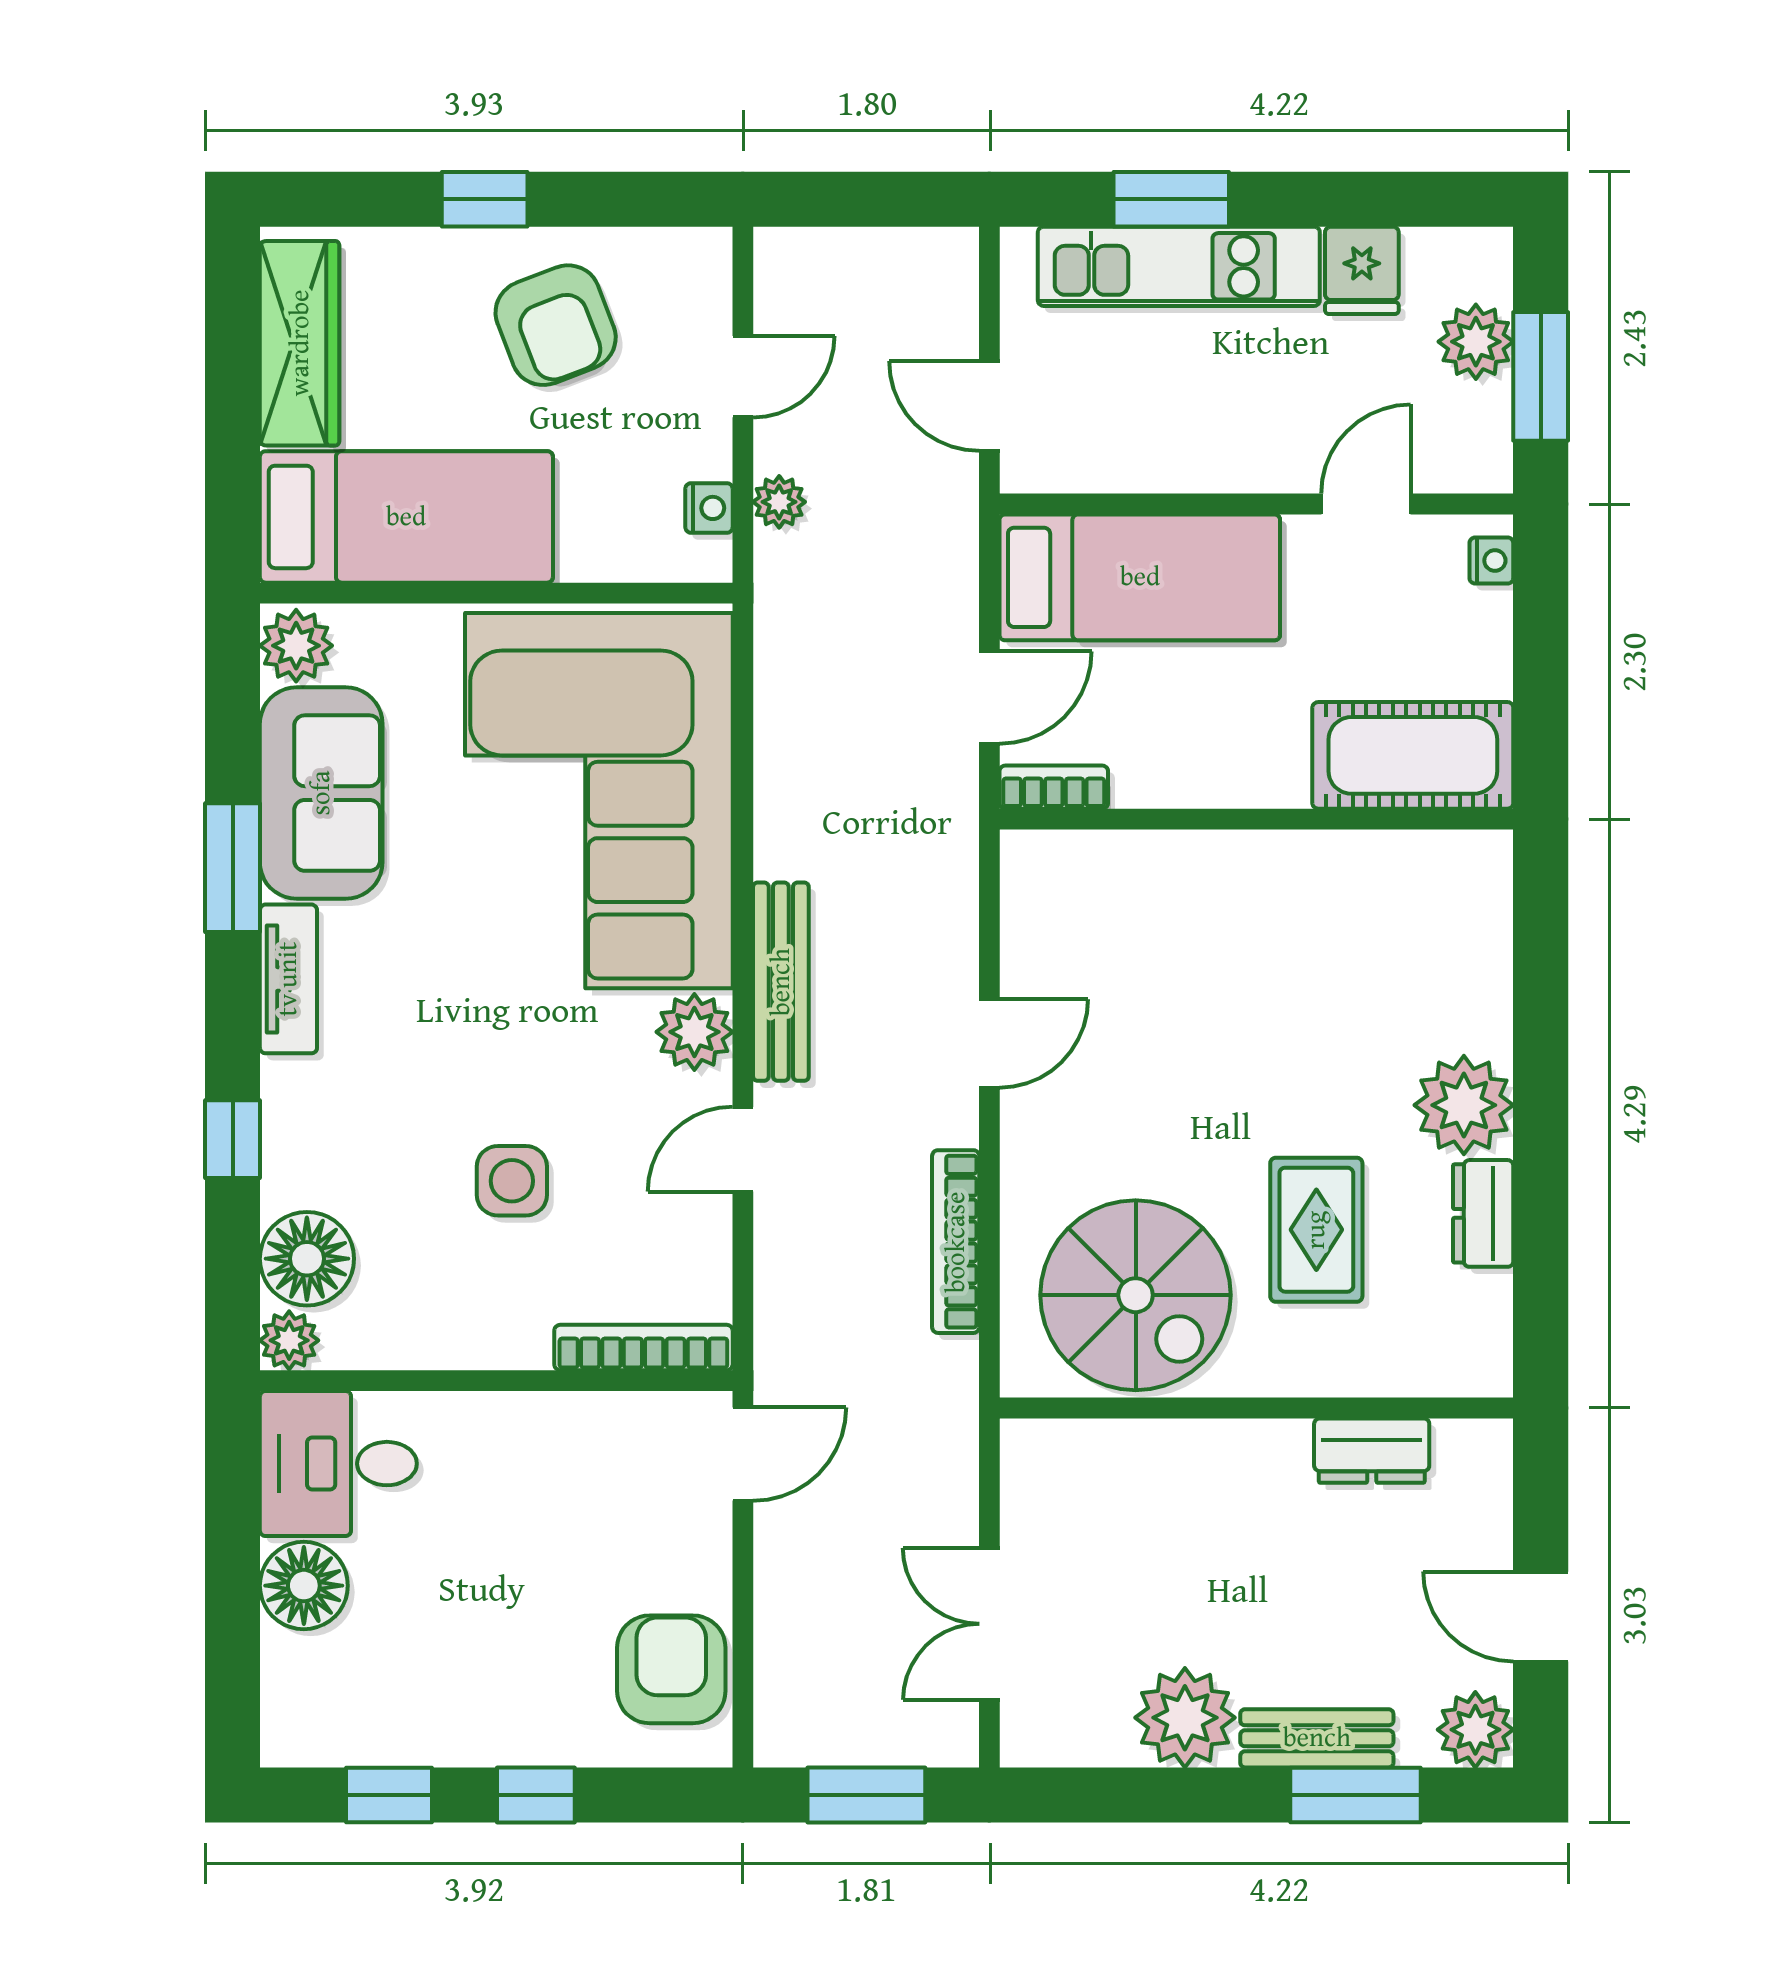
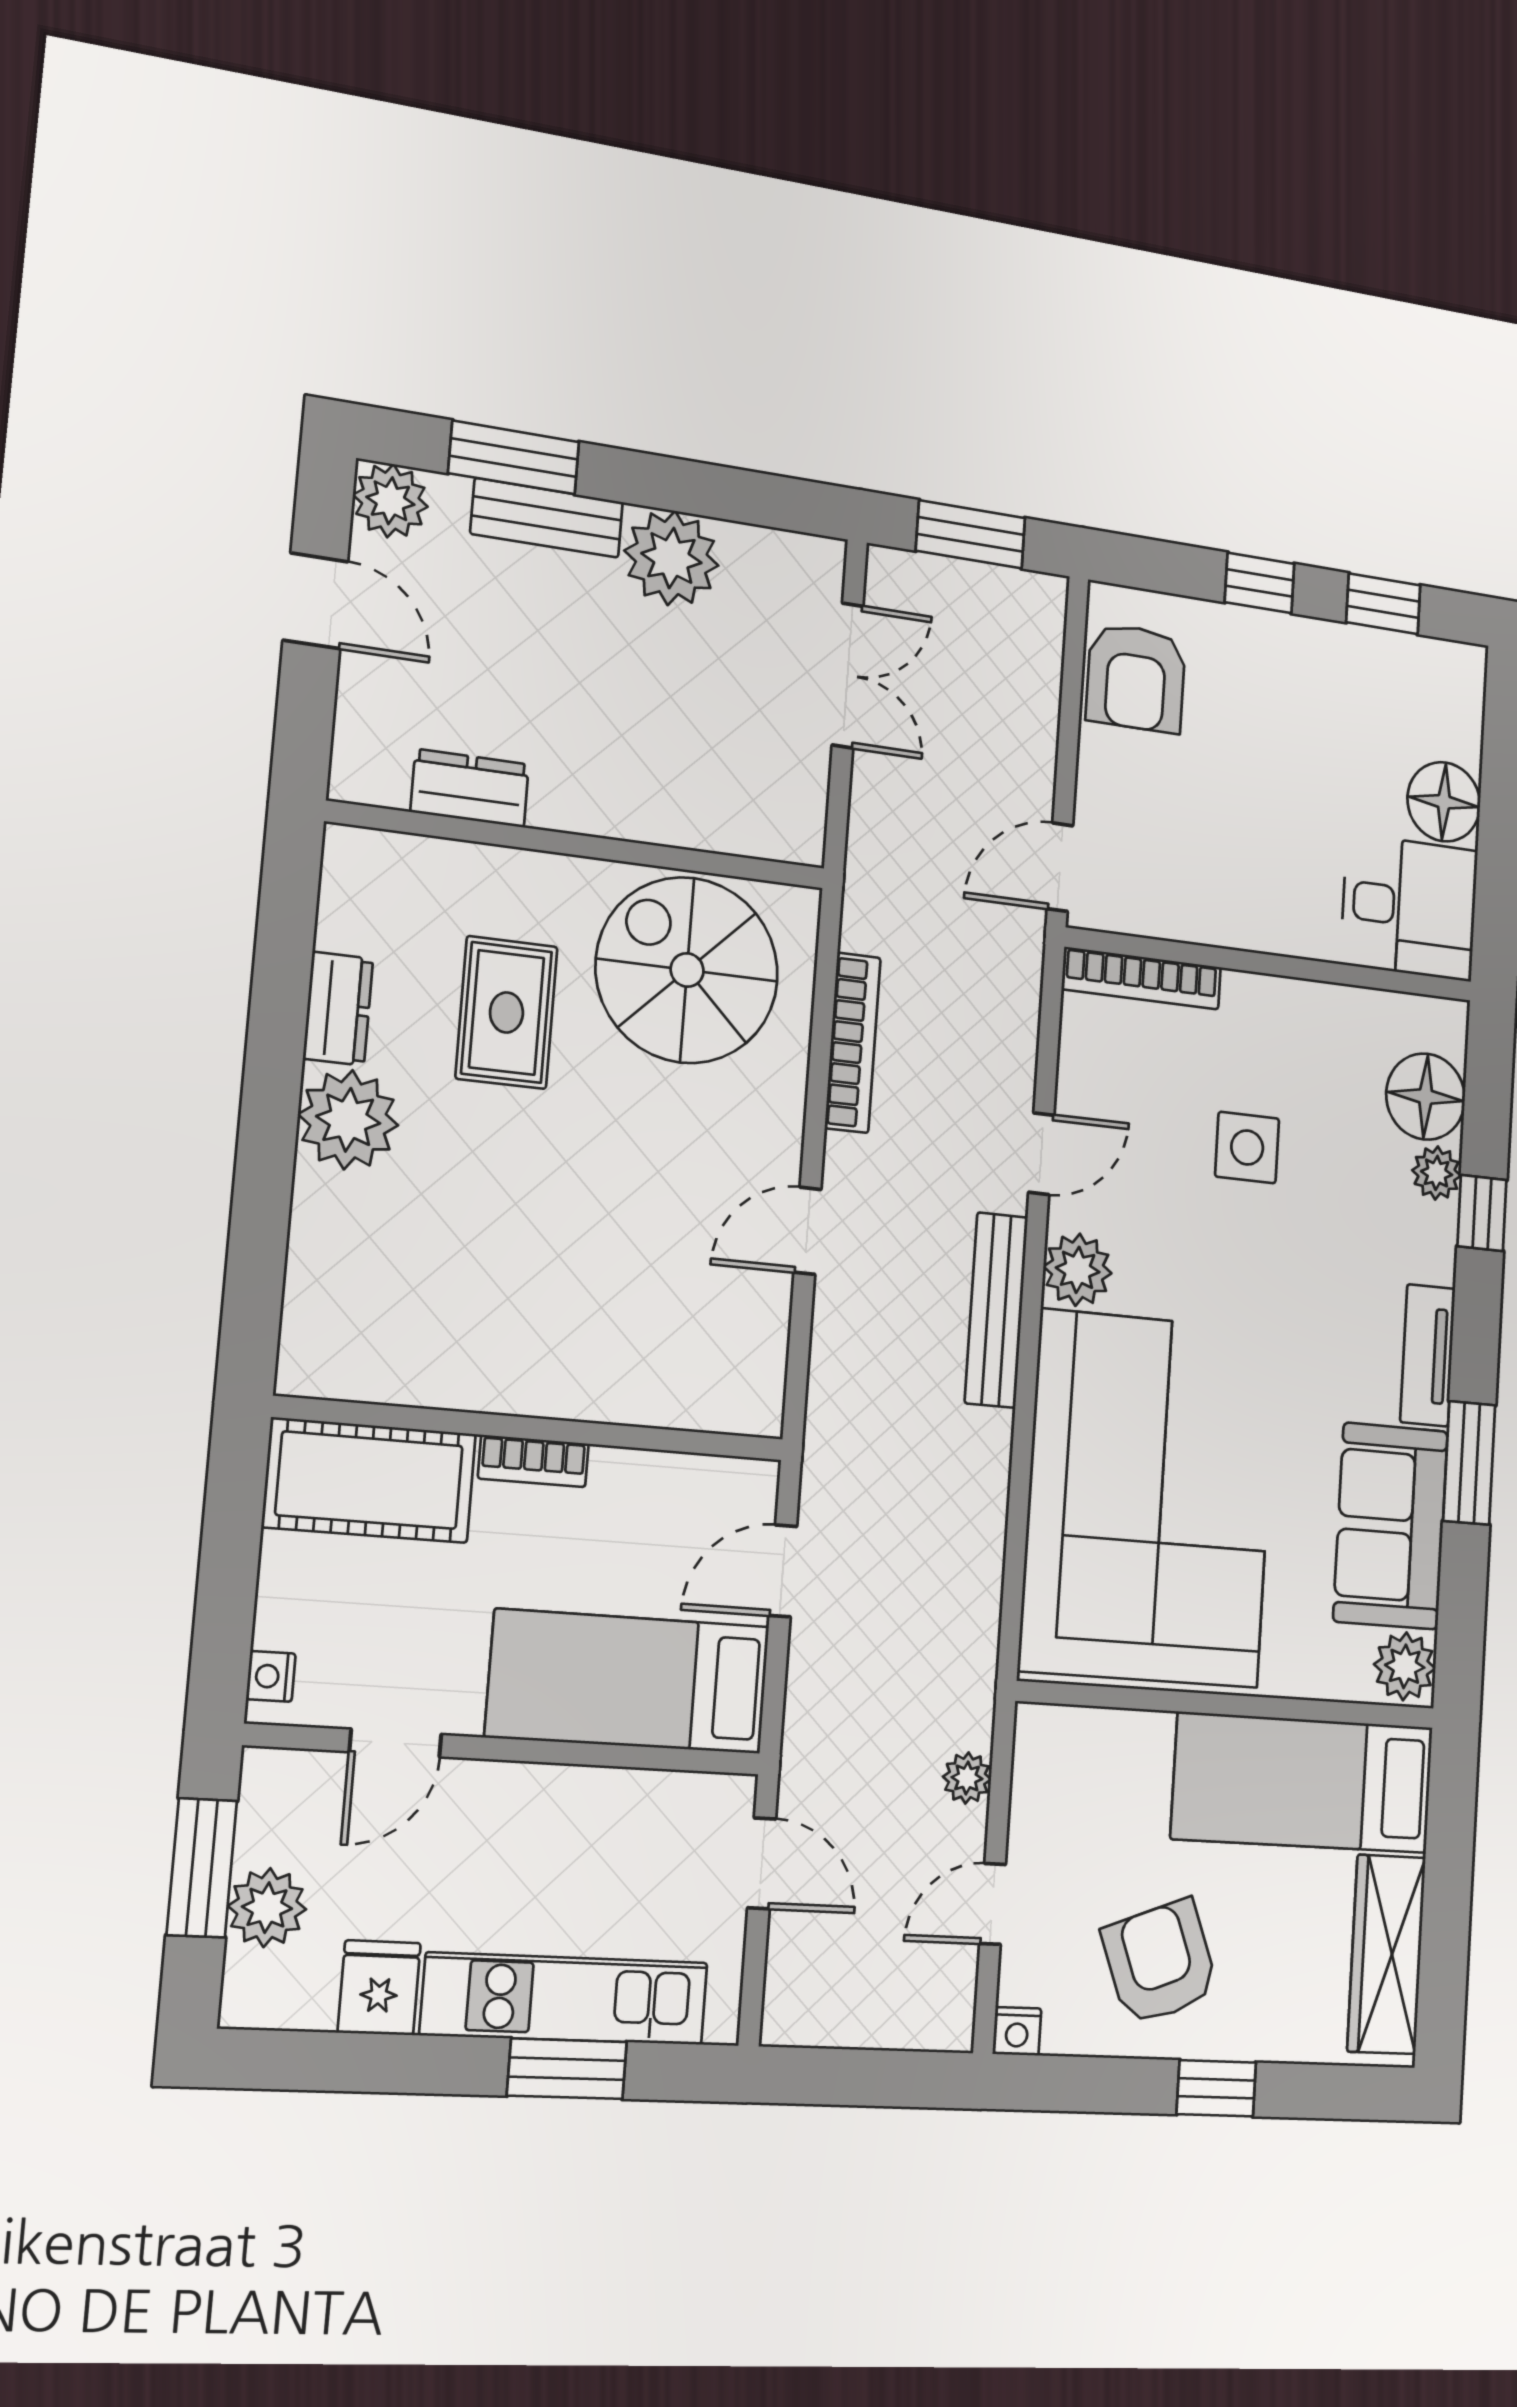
nightstand: (709, 508) -> (1017, 2031), moved, turned -90
bookcase: (1054, 787) -> (533, 1461), moved
plant: (289, 1340) -> (1437, 1173), moved

